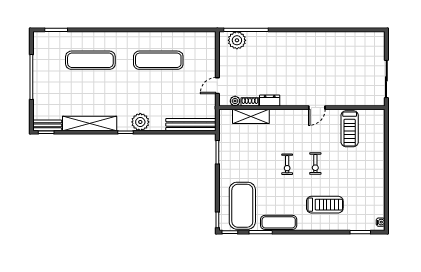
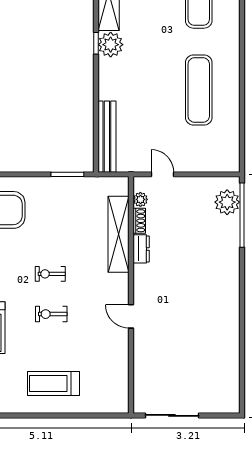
shelving: (251, 116) -> (119, 234), width x1.47
plant: (140, 122) -> (111, 45), moved
treadmill: (350, 129) -> (54, 383), moved

